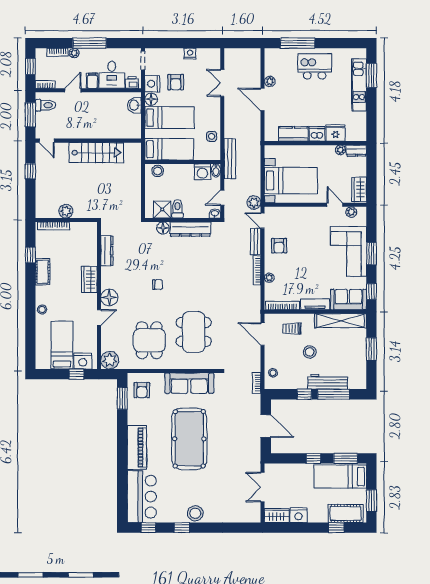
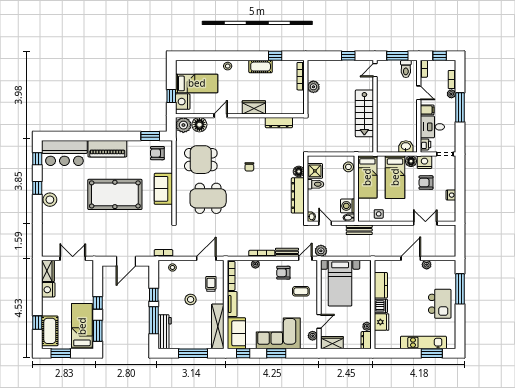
bench: (230, 159) -> (359, 230), width x0.73
coffee table: (300, 225) -> (301, 291), added
floor lamp: (109, 297) -> (199, 125), moved
door: (99, 318) -> (221, 116), swing flipped
window: (371, 349) -> (193, 353), width x1.44
workbench: (328, 382) -> (165, 332), moved
sofa: (189, 383) -> (163, 189), width x0.73

